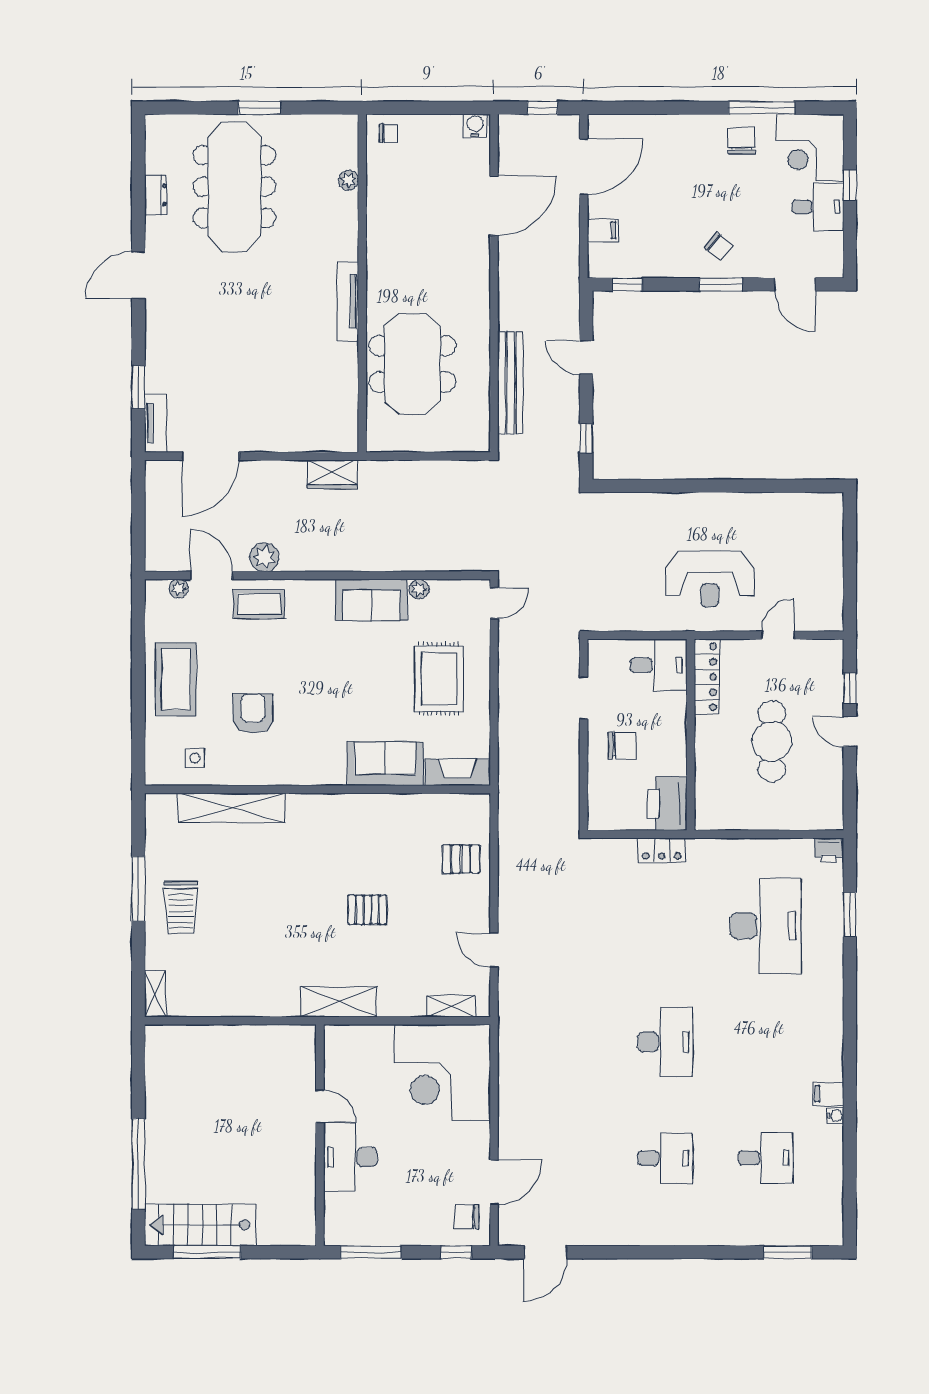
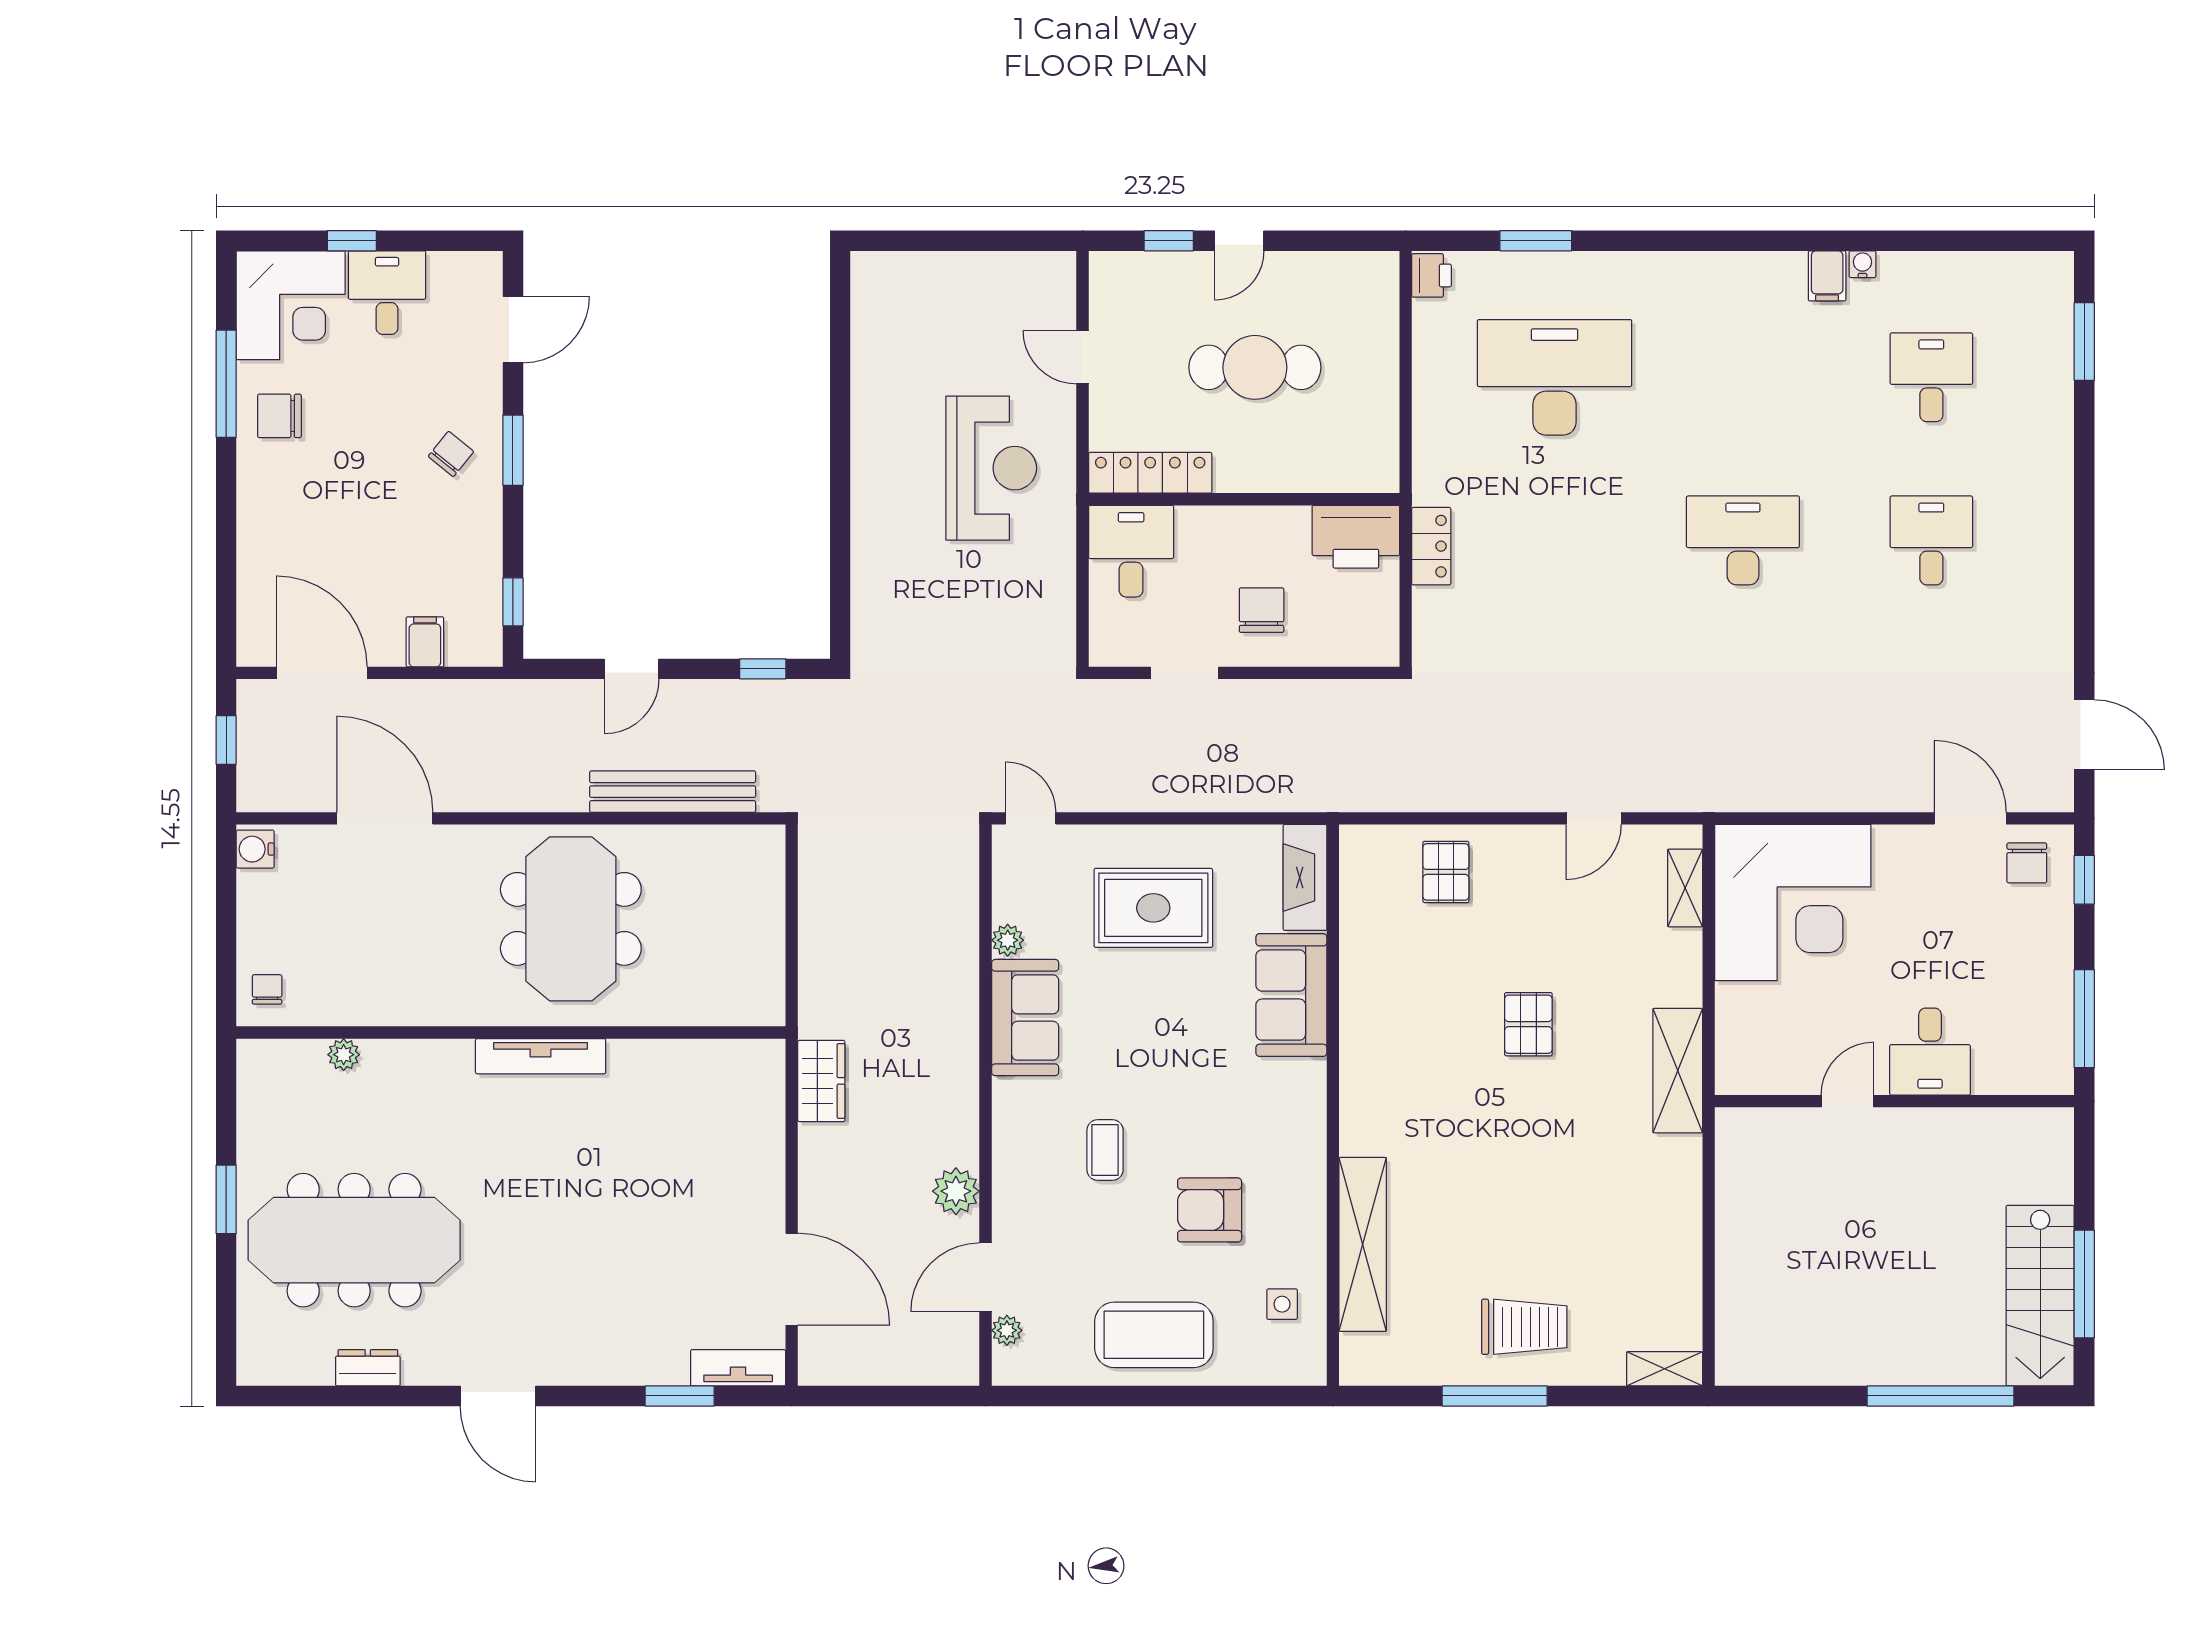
meeting table: (412, 364) -> (571, 919), moved, turned 90
coffee table: (259, 604) -> (1105, 1150), moved, width x0.73, depth x0.77
desk: (350, 1157) -> (1930, 1052), width x0.73

